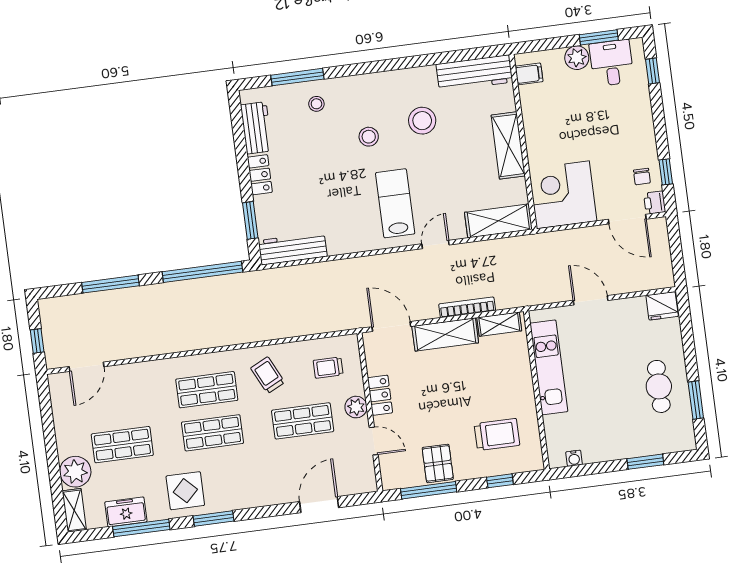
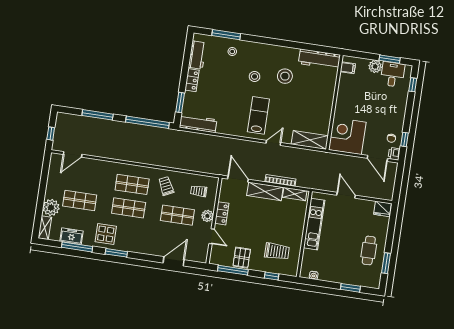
shelving: (508, 145) -> (326, 102), removed

